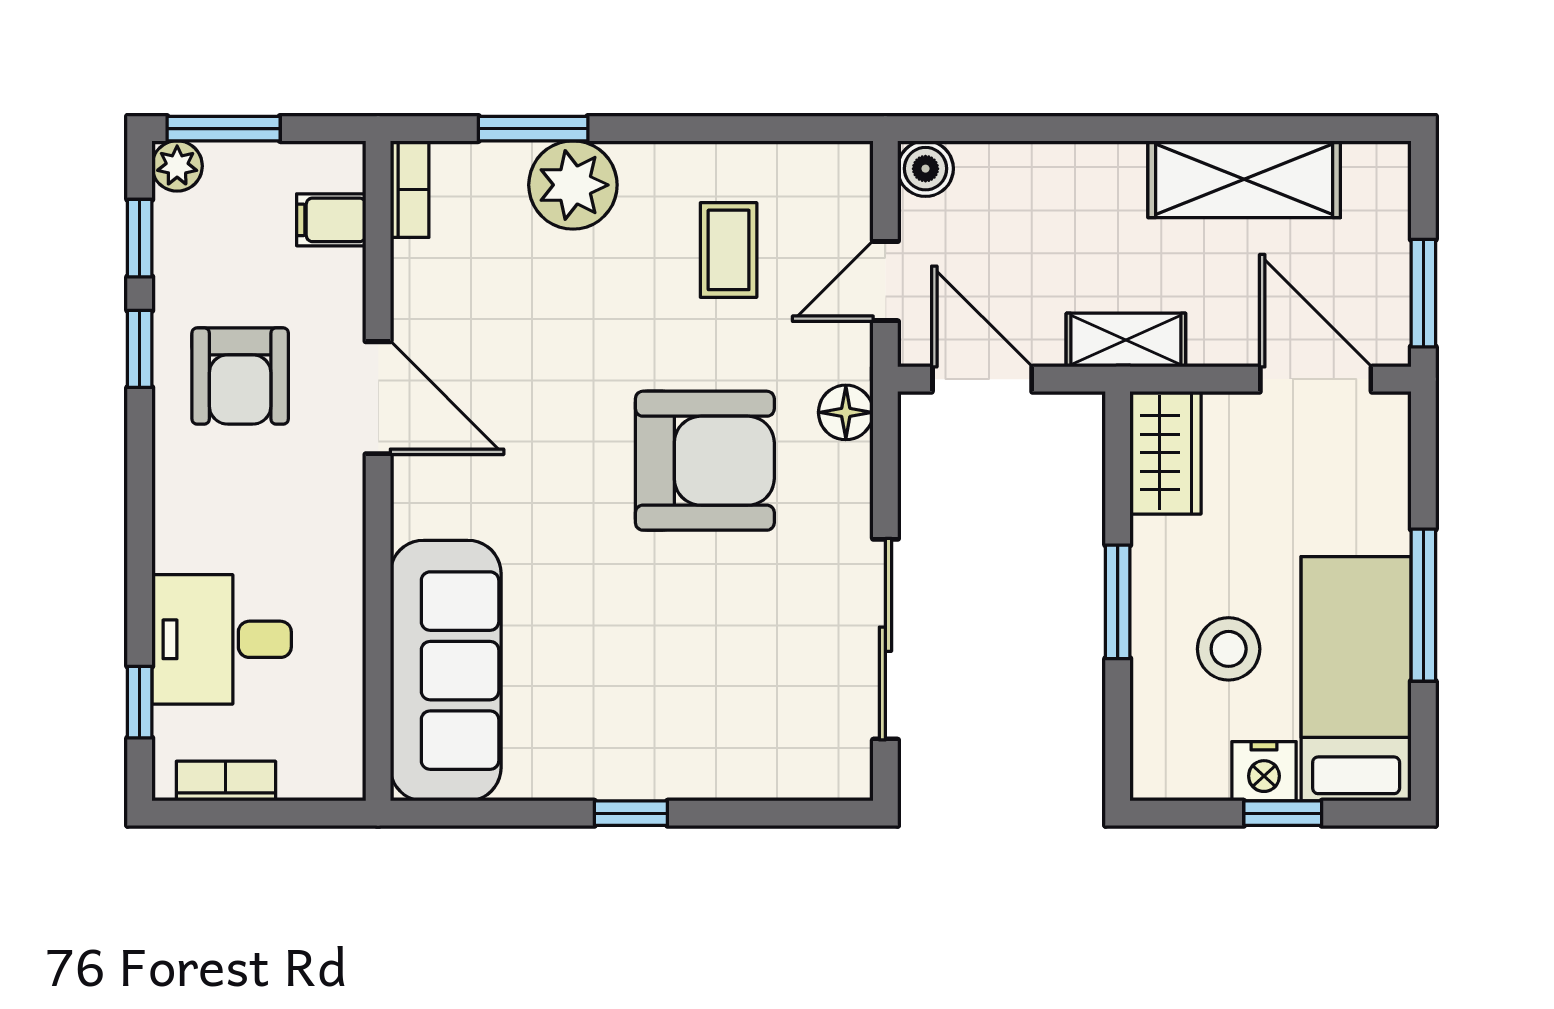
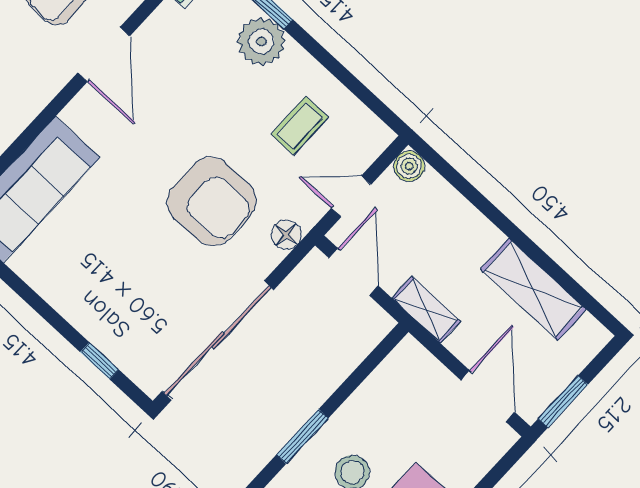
wardrobe: (1165, 453) -> (400, 370), removed
window: (1118, 602) -> (302, 436), moved
sliding door: (885, 639) -> (218, 340), width x1.36
window: (631, 813) -> (99, 361), moved

